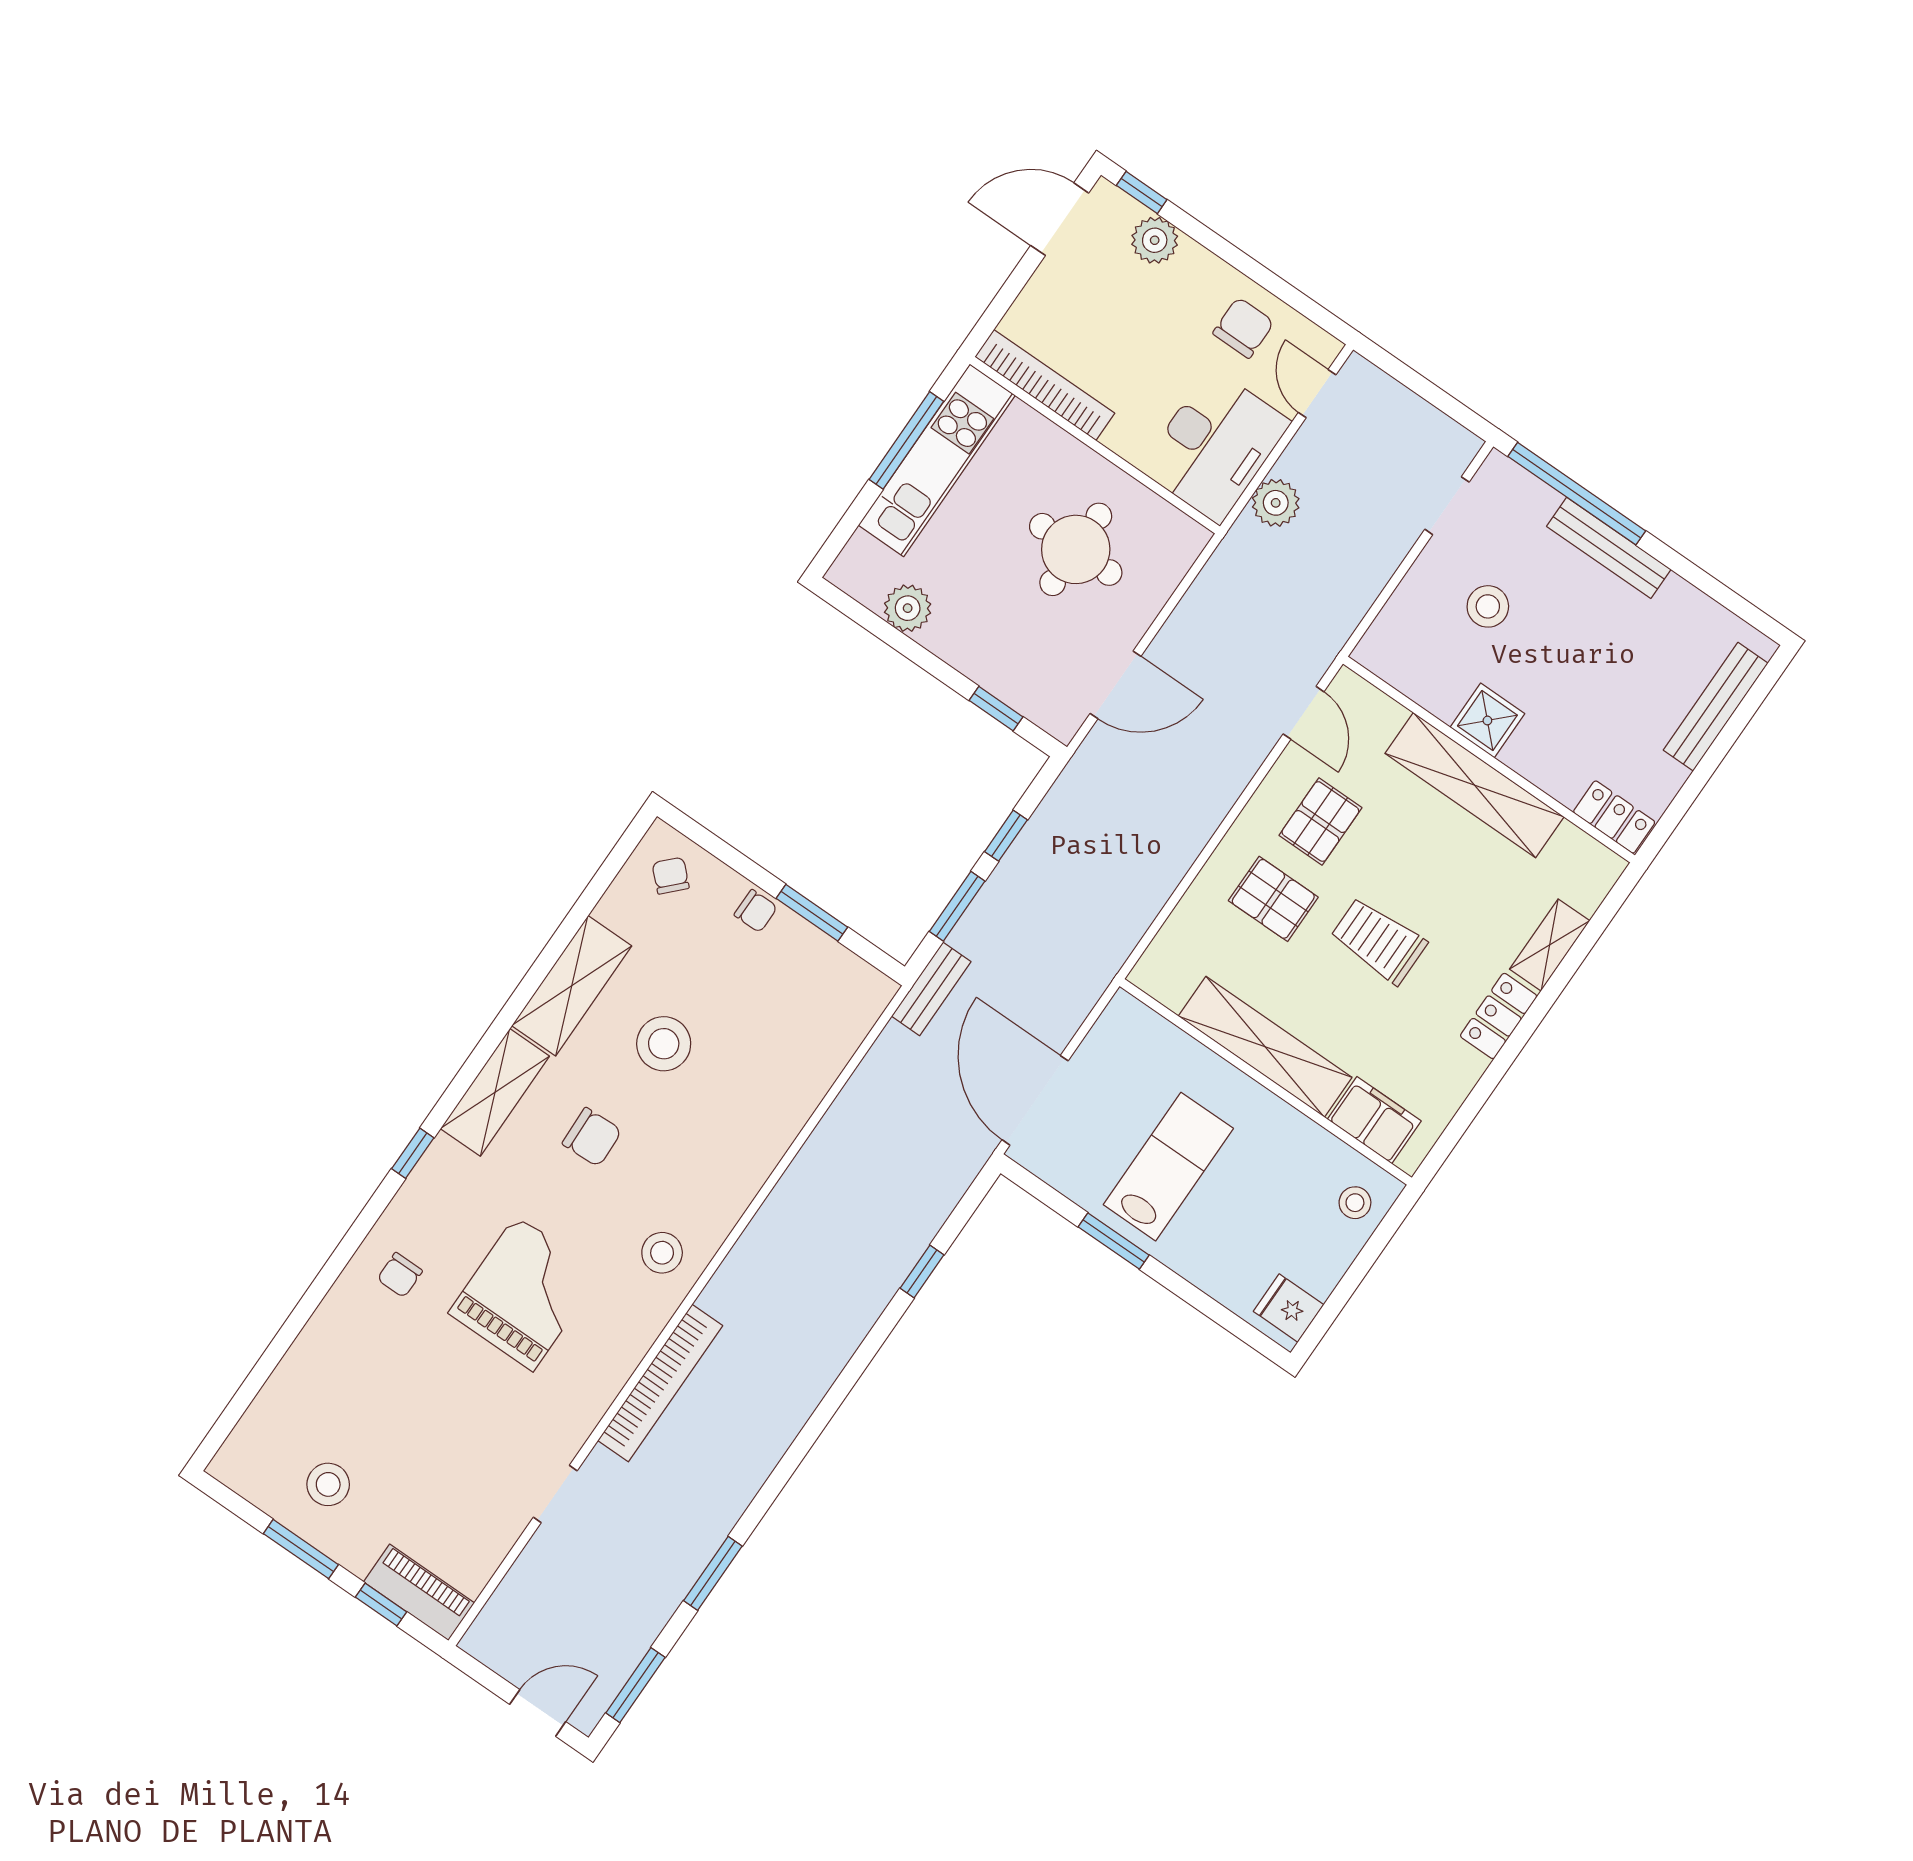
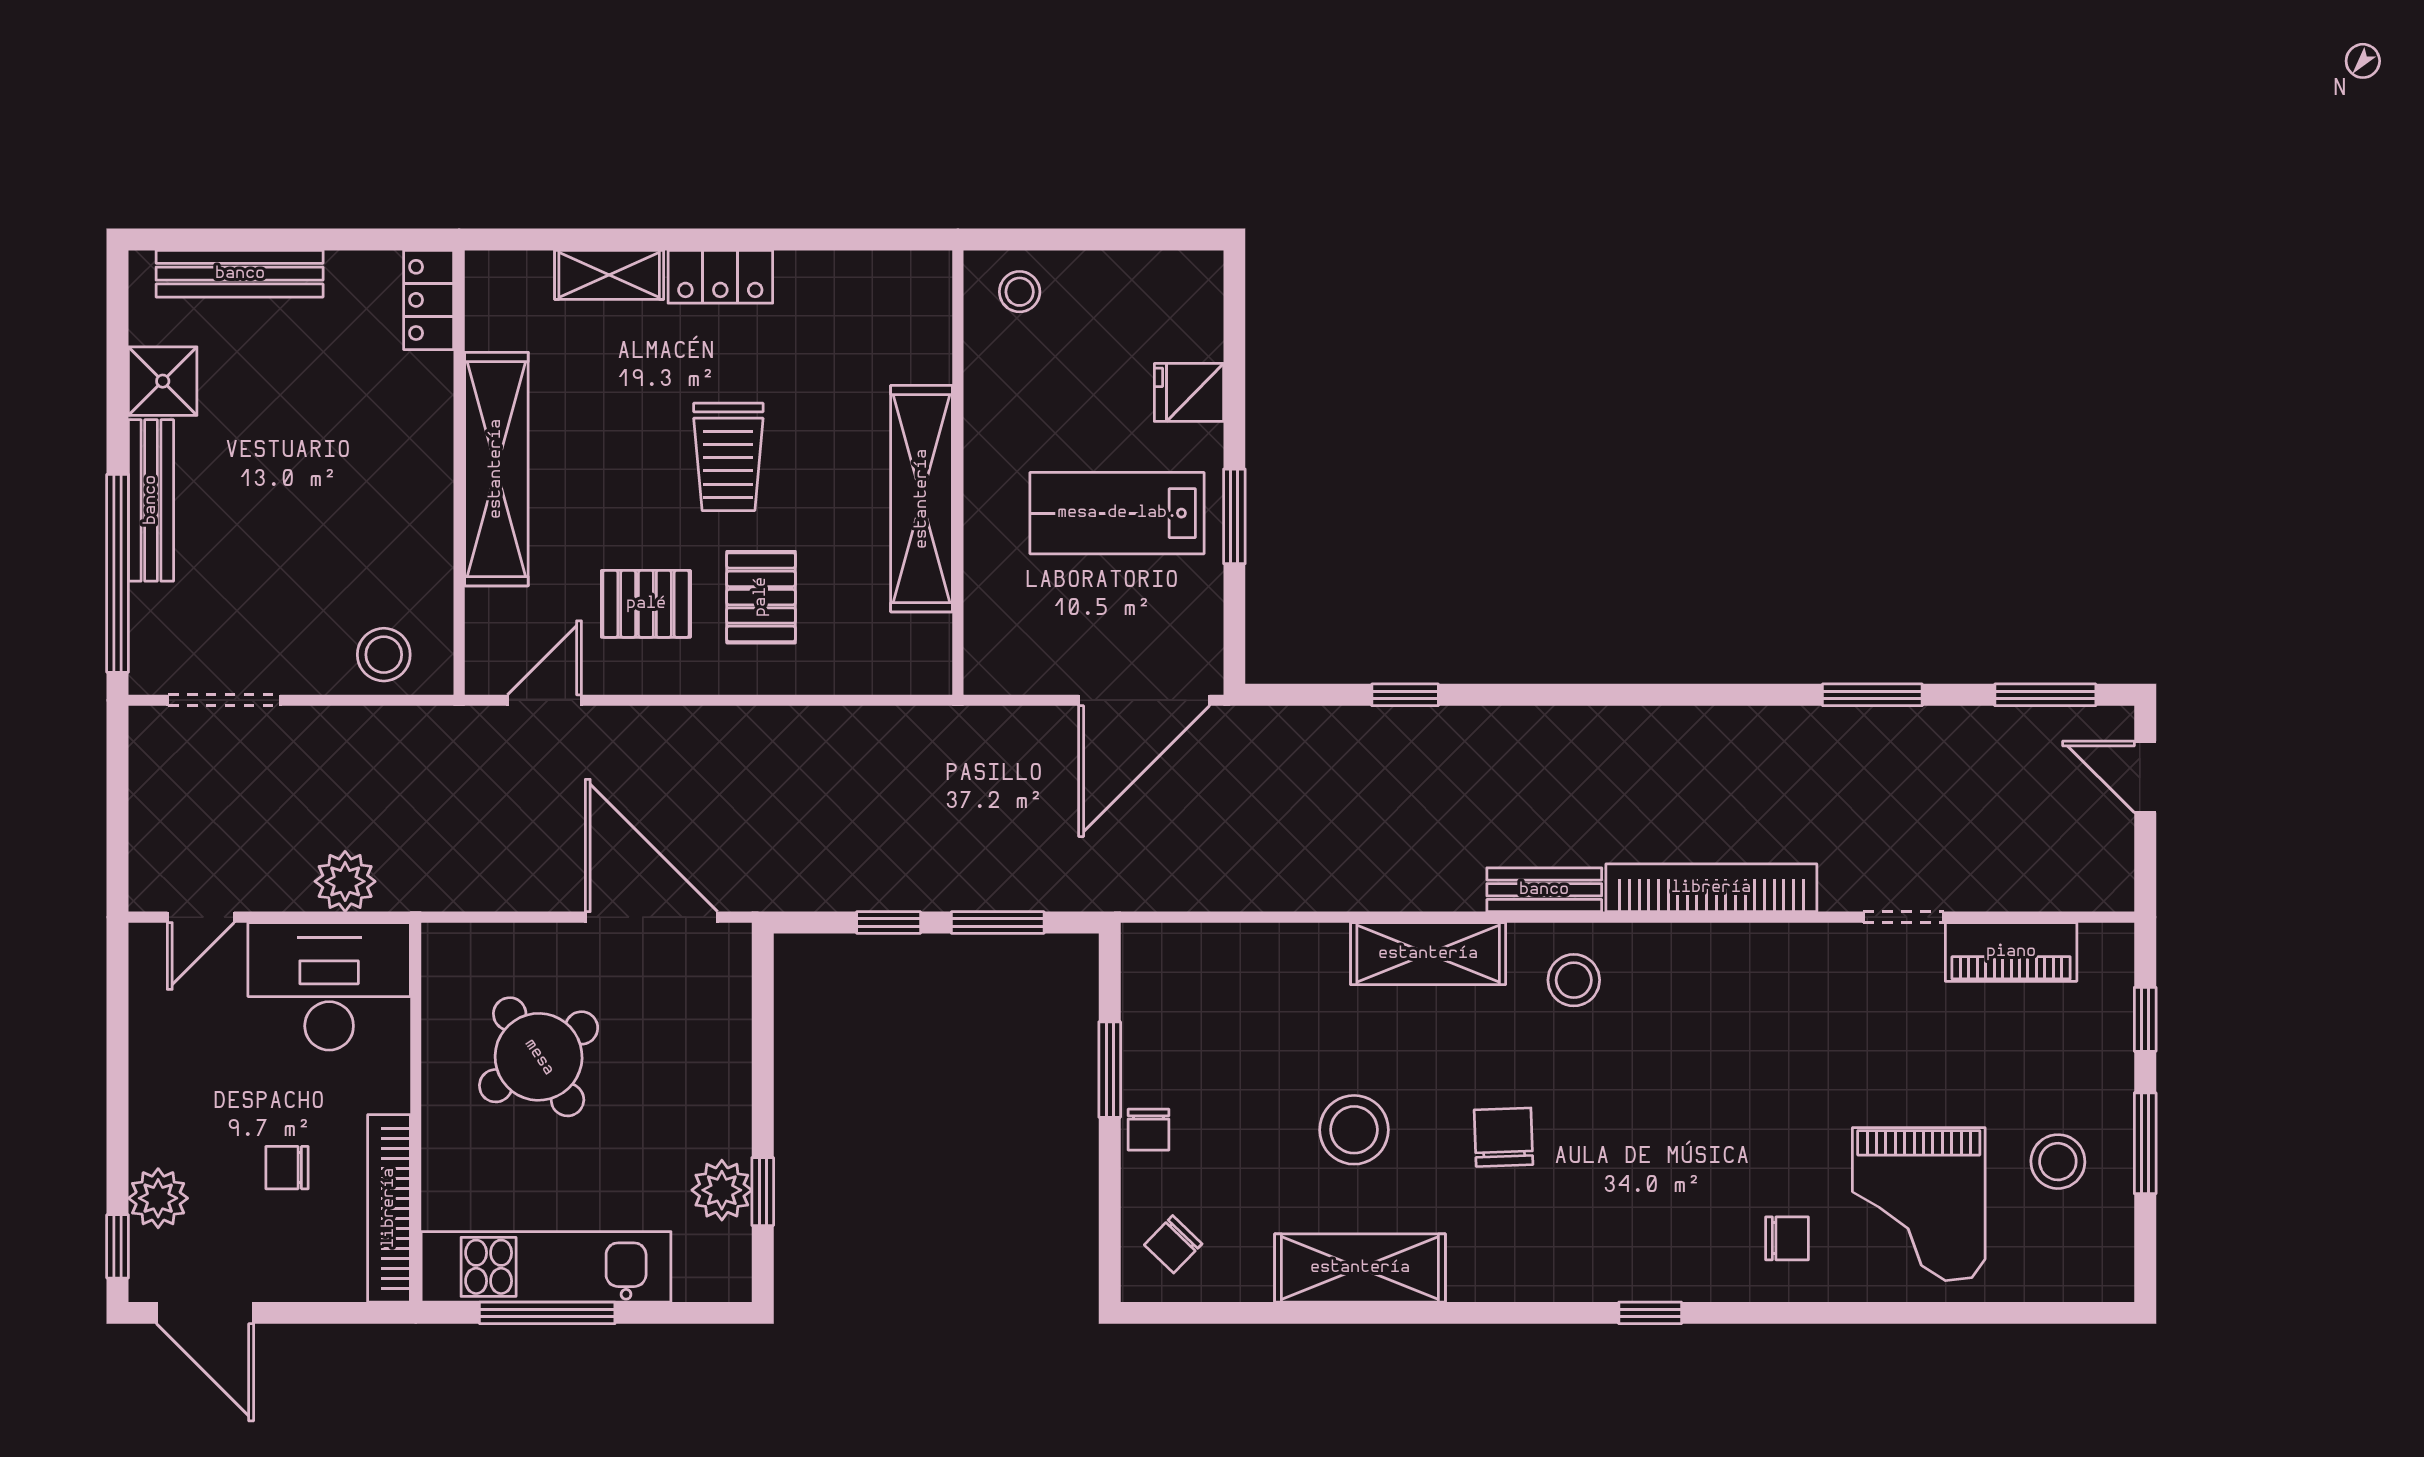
chair: (1243, 328) -> (287, 1168), moved, width x0.73, depth x0.73
doorway: (1447, 506) -> (224, 700), width x1.38
round table: (1076, 549) -> (539, 1057), turned -34
stool: (1488, 606) -> (384, 655), moved
door: (1116, 685) -> (651, 917), width x1.36
window: (996, 709) -> (763, 1192), moved
shower: (1487, 720) -> (163, 381), moved
chair: (756, 911) -> (1149, 1130), turned 180
bench: (931, 989) -> (1544, 890), moved
shelving: (495, 1092) -> (1428, 954), moved
filing cabinet: (1374, 1120) -> (919, 331), removed
grand piano: (525, 1293) -> (1919, 1204), moved, turned -90
fridge: (1289, 1308) -> (1189, 392), moved, turned 90
piano: (419, 1592) -> (2011, 952), moved, turned -90

